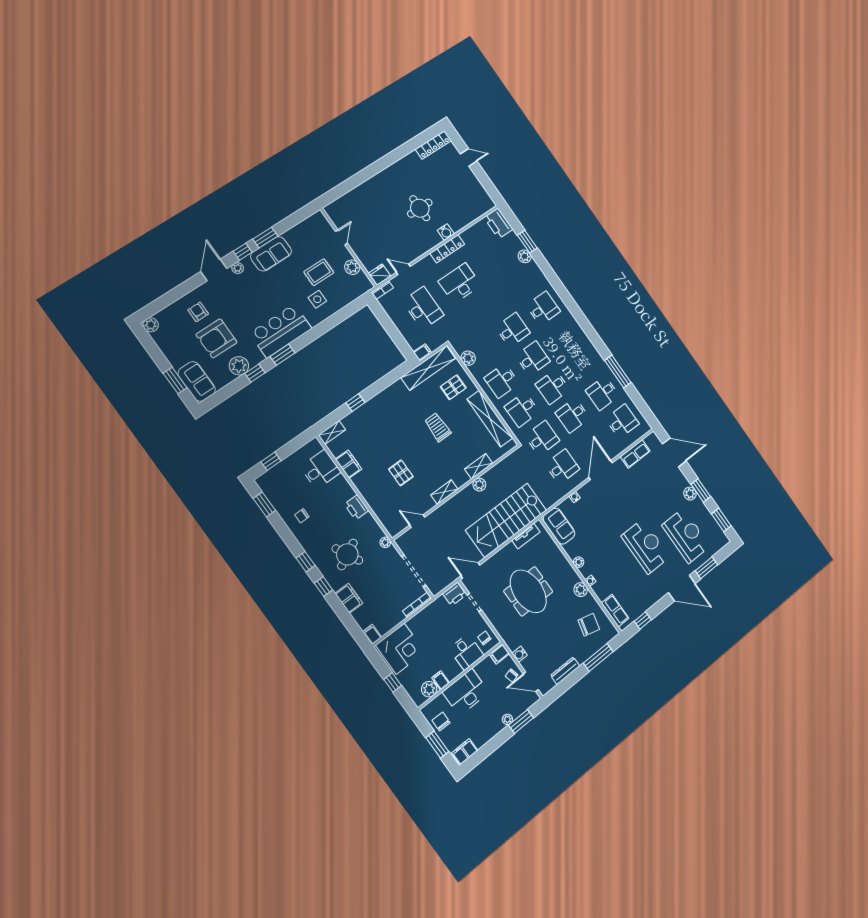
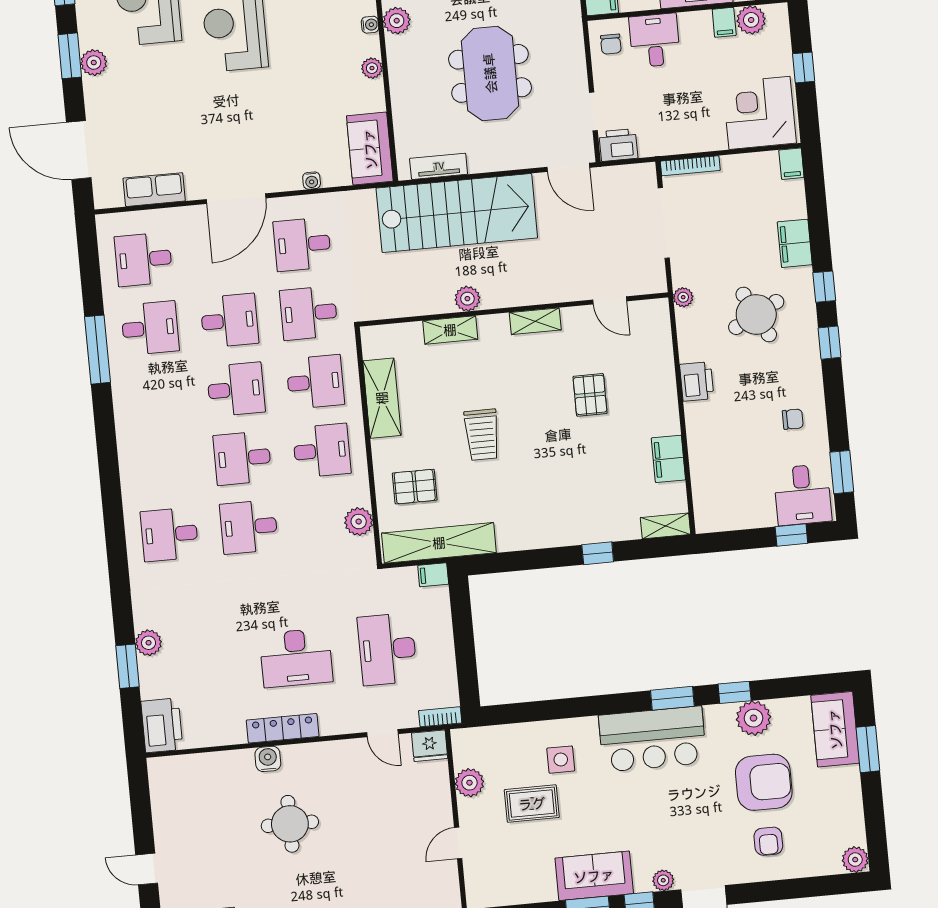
shelving: (490, 419) -> (382, 398), width x0.68
desk: (320, 469) -> (803, 495), moved, turned -90

